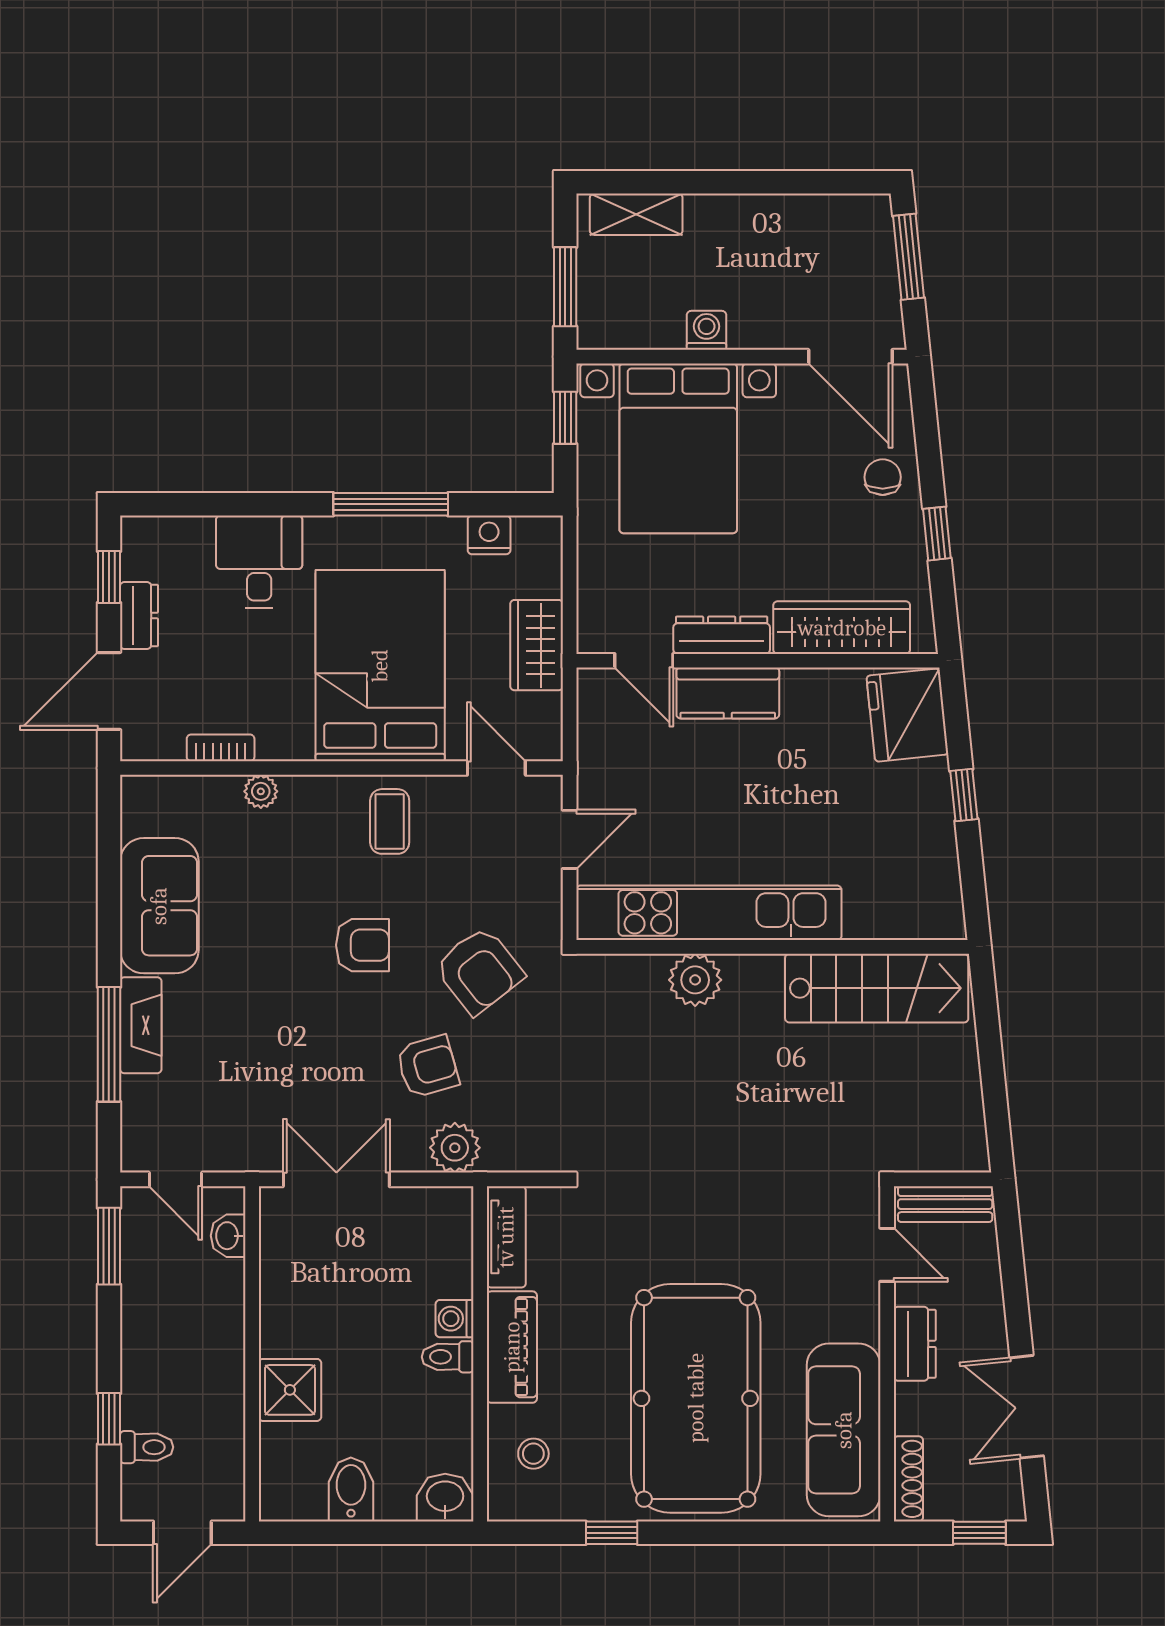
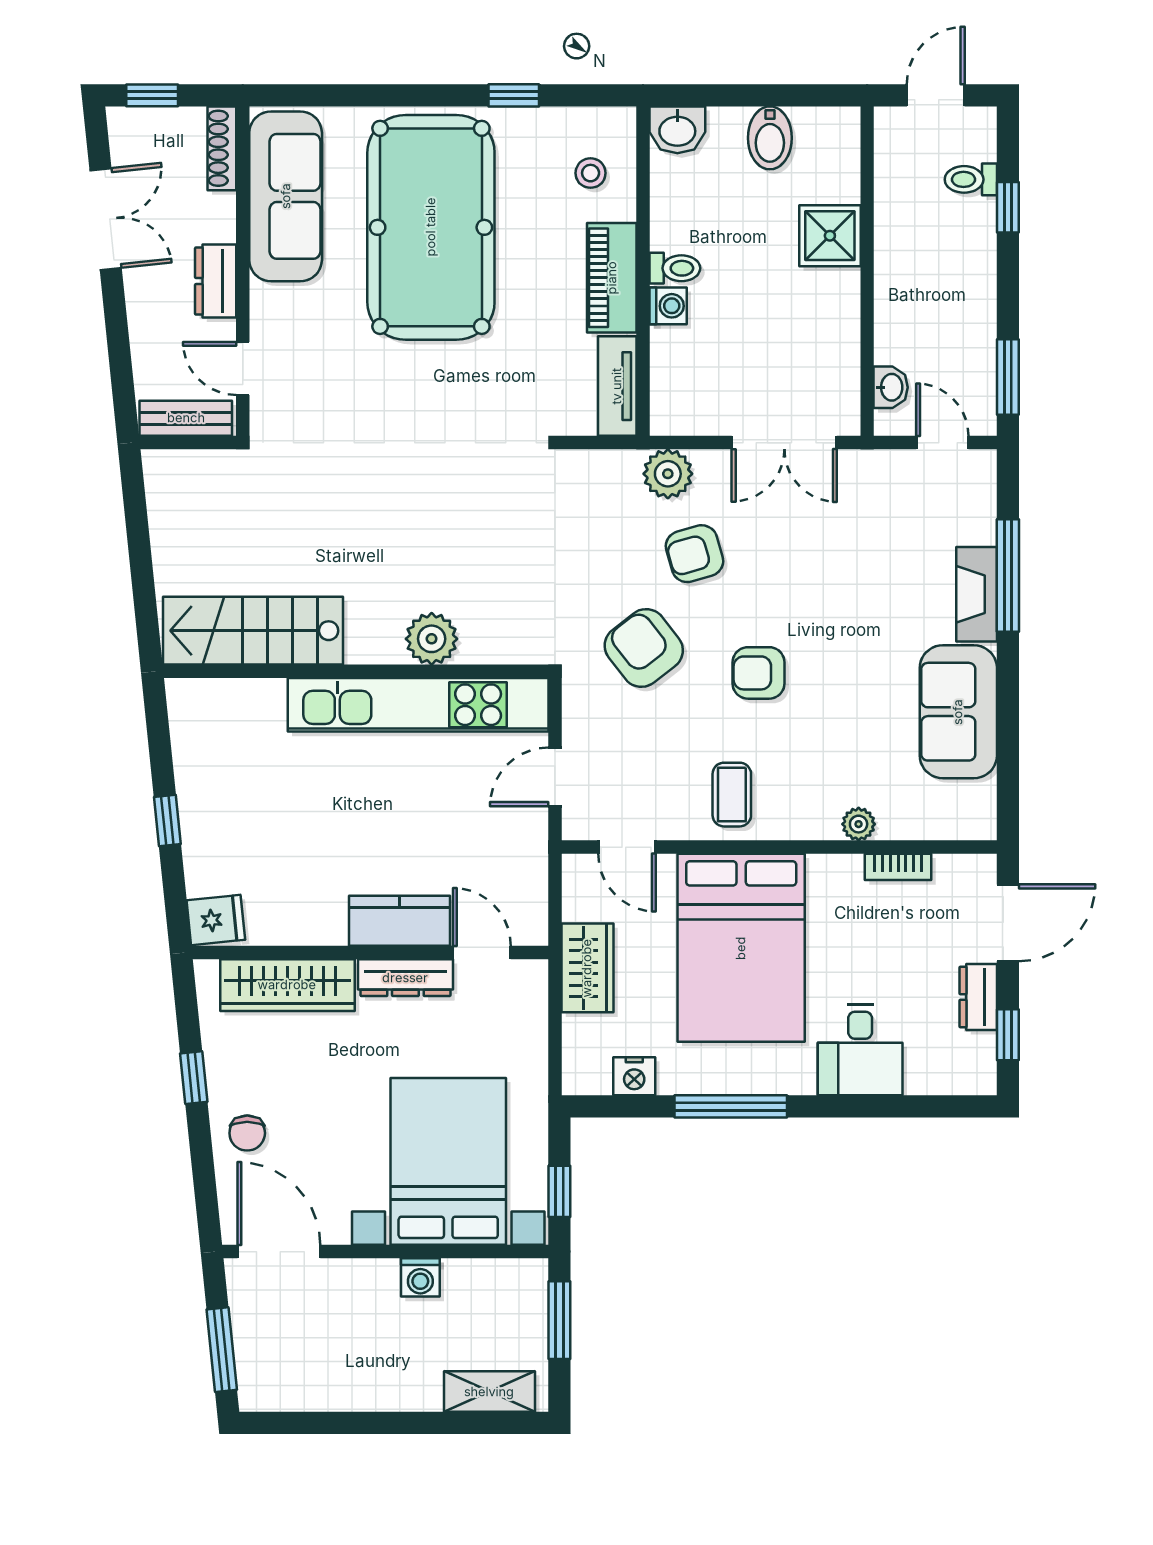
fridge: (907, 715) -> (216, 920), width x0.53, depth x0.75

